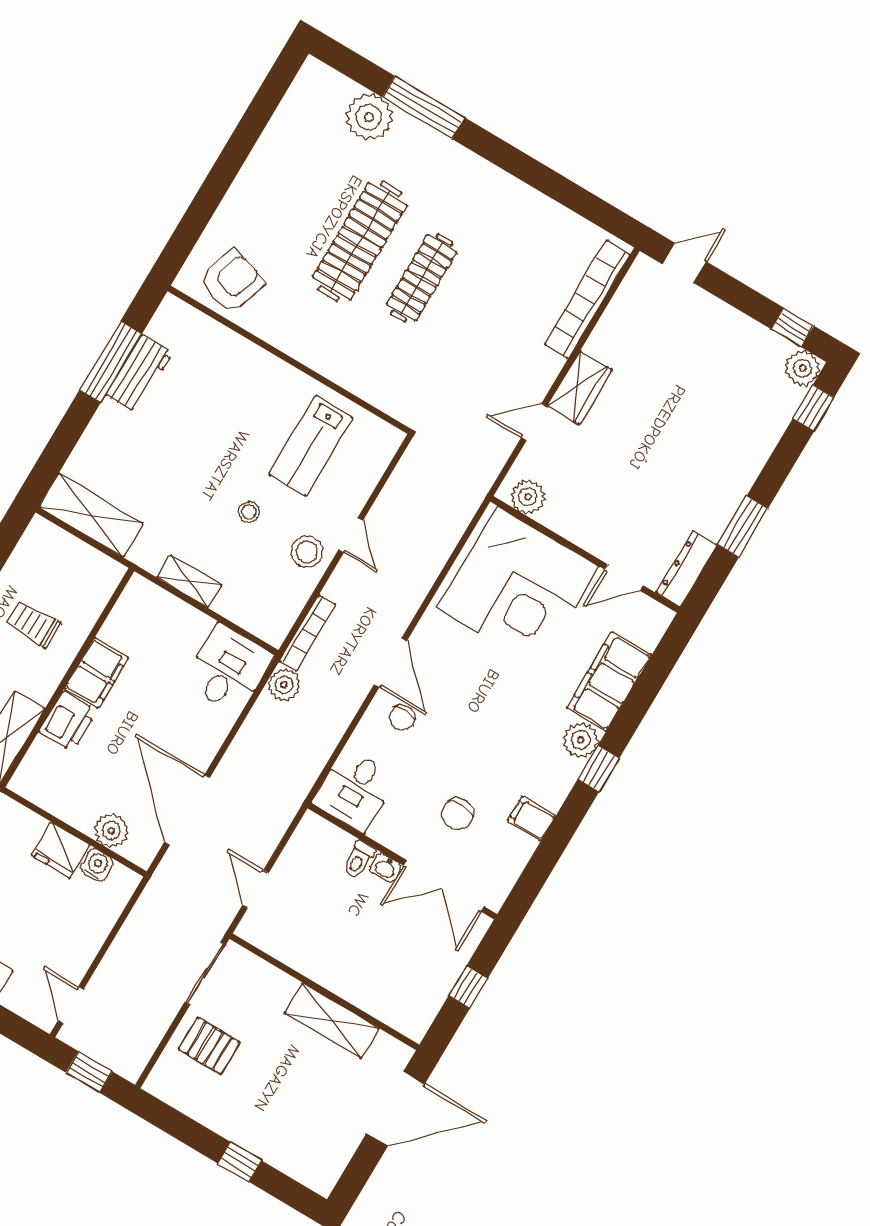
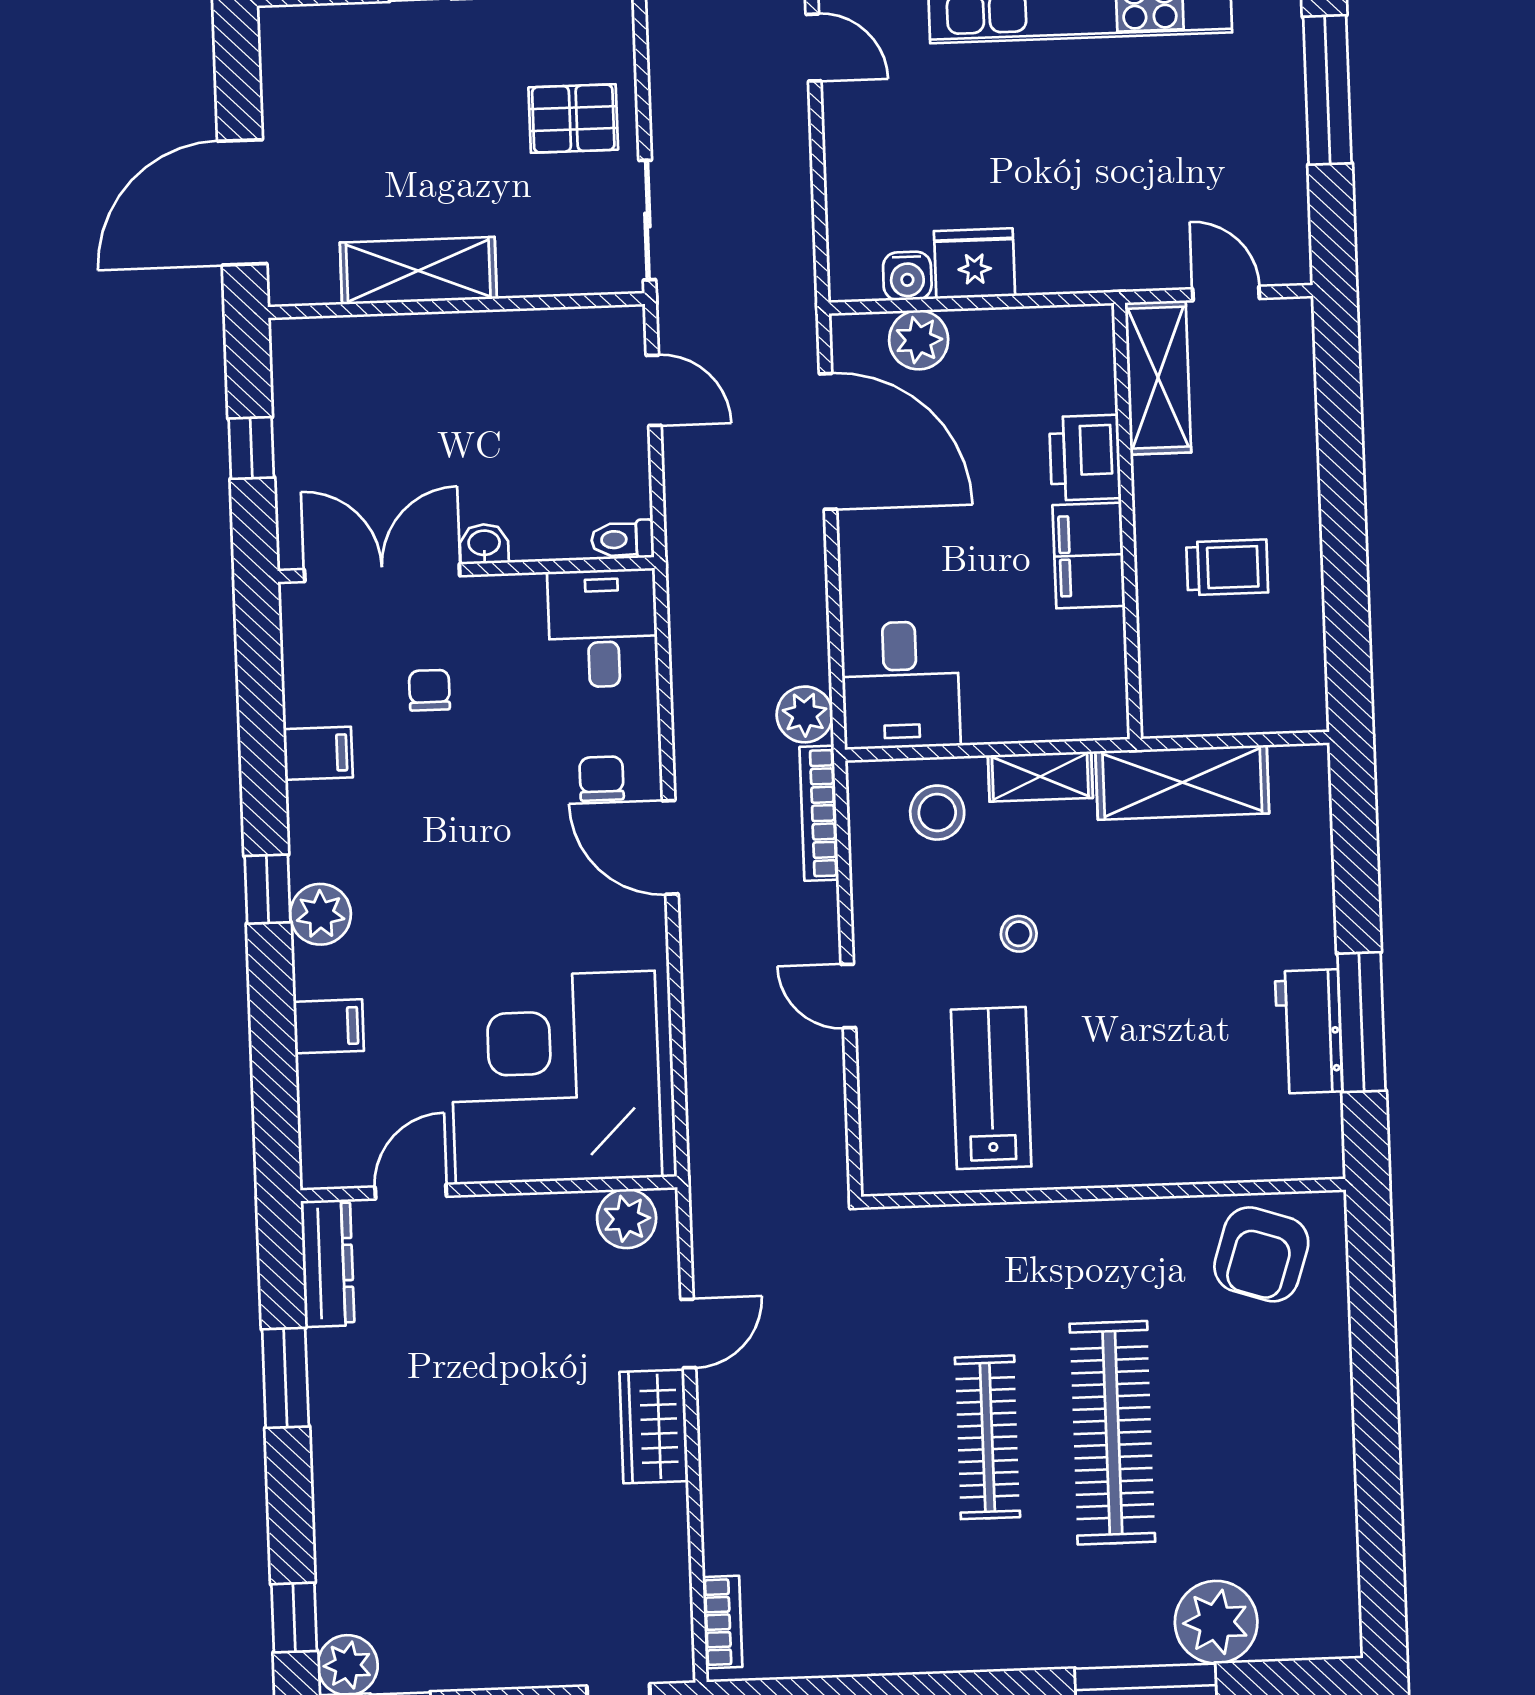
bookcase: (587, 300) -> (722, 1622), width x0.43, depth x0.76
shelving: (91, 515) -> (1182, 782), moved
stool: (307, 552) -> (937, 813), moved
filing cabinet: (609, 681) -> (329, 1026), width x0.33, depth x0.86
chair: (458, 814) -> (429, 690), width x0.73, depth x0.73
toilet: (359, 860) -> (623, 539), moved, turned -90

